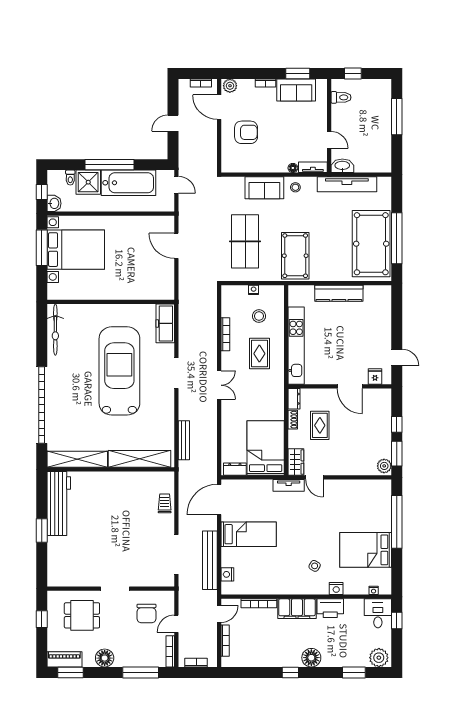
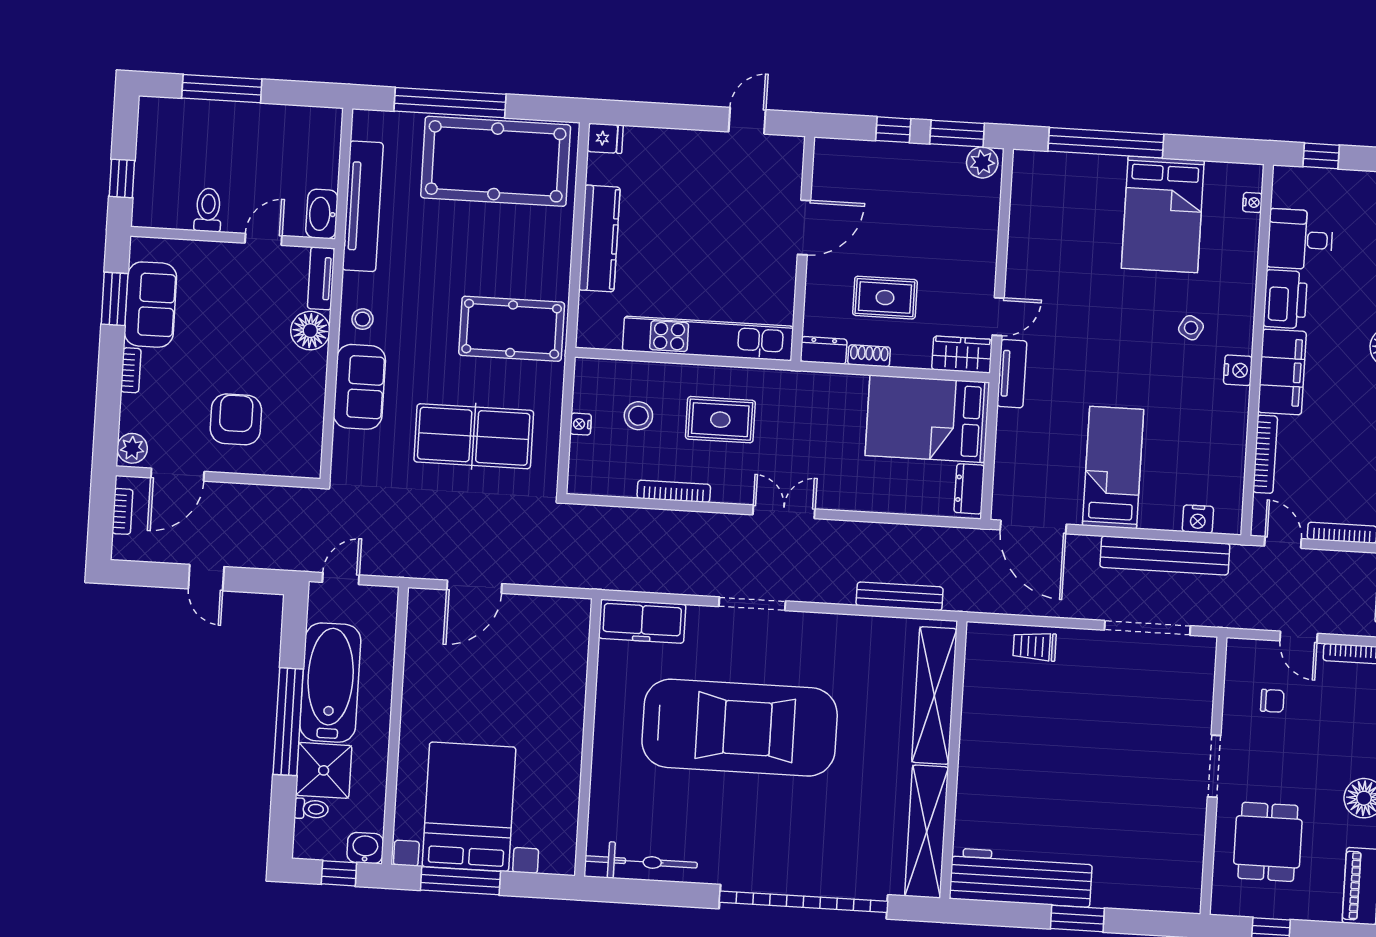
toilet: (341, 97) -> (208, 210), moved
floor lamp: (293, 168) -> (310, 331), width x1.89, depth x1.89
window: (397, 238) -> (450, 103), moved
car: (119, 371) -> (740, 728), turned 180
fridge: (375, 377) -> (605, 138), moved, turned 180
nightstand: (336, 589) -> (1238, 370), moved
chair: (146, 613) -> (1272, 701), width x0.54, depth x0.54
desk: (378, 613) -> (1300, 239), moved

